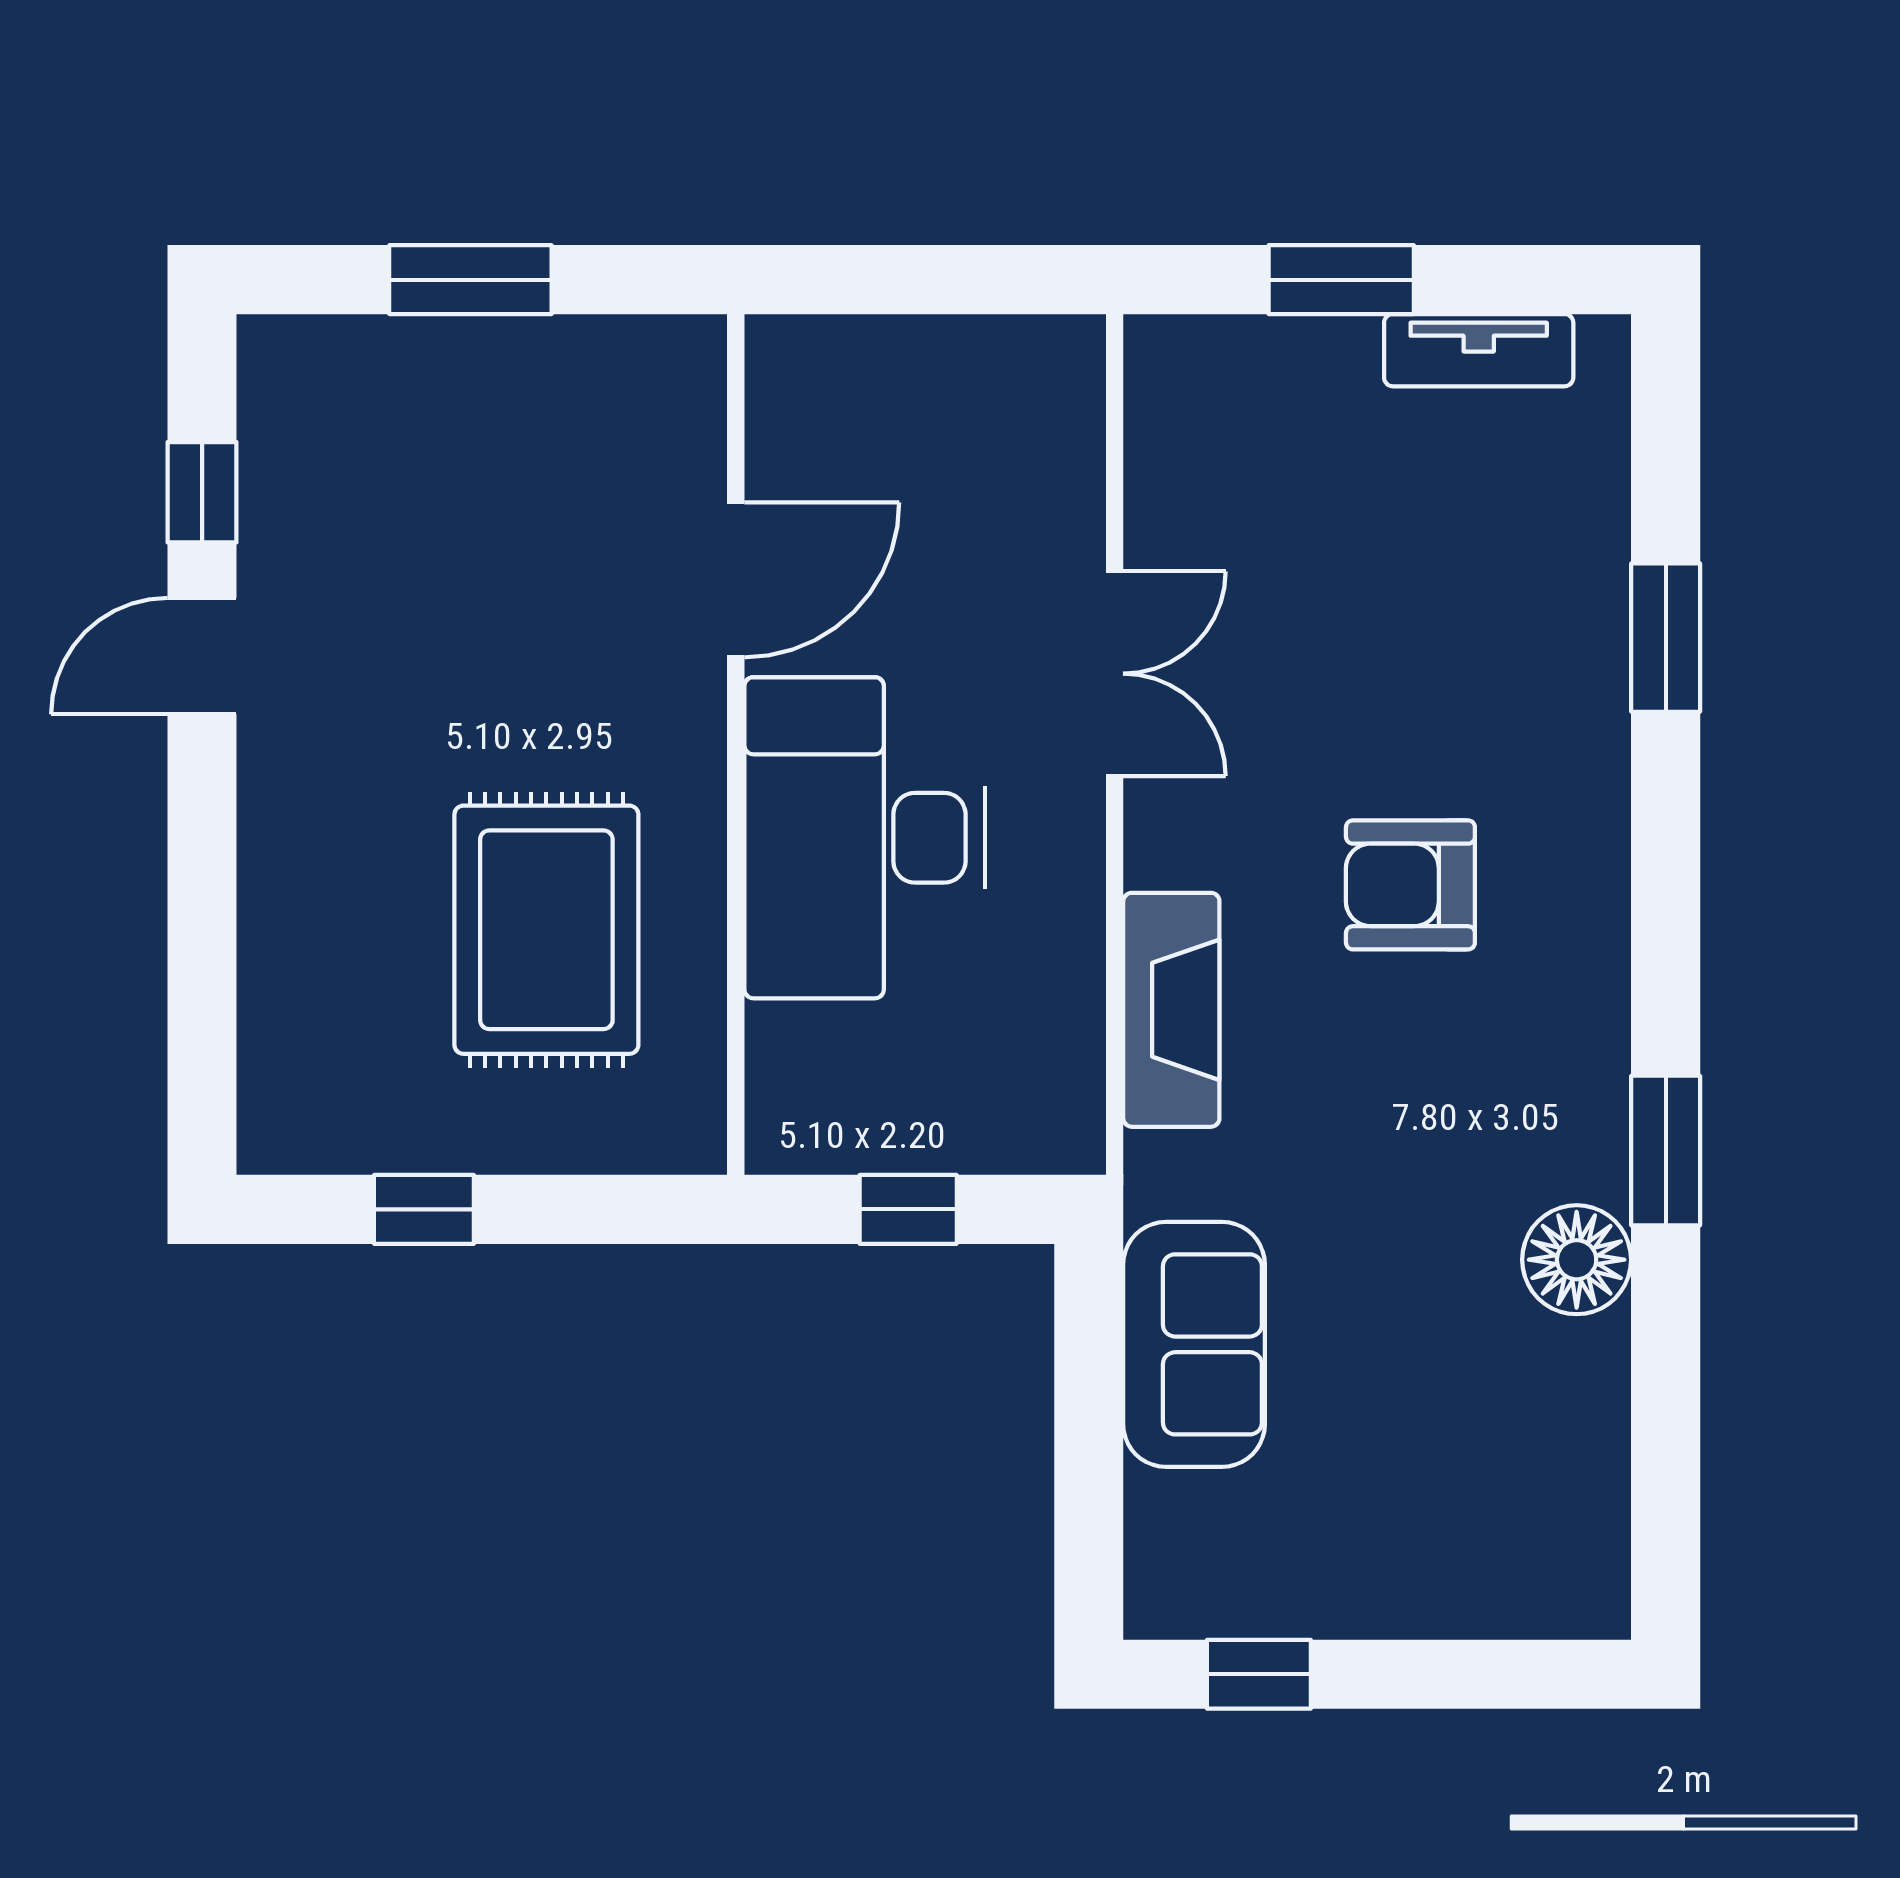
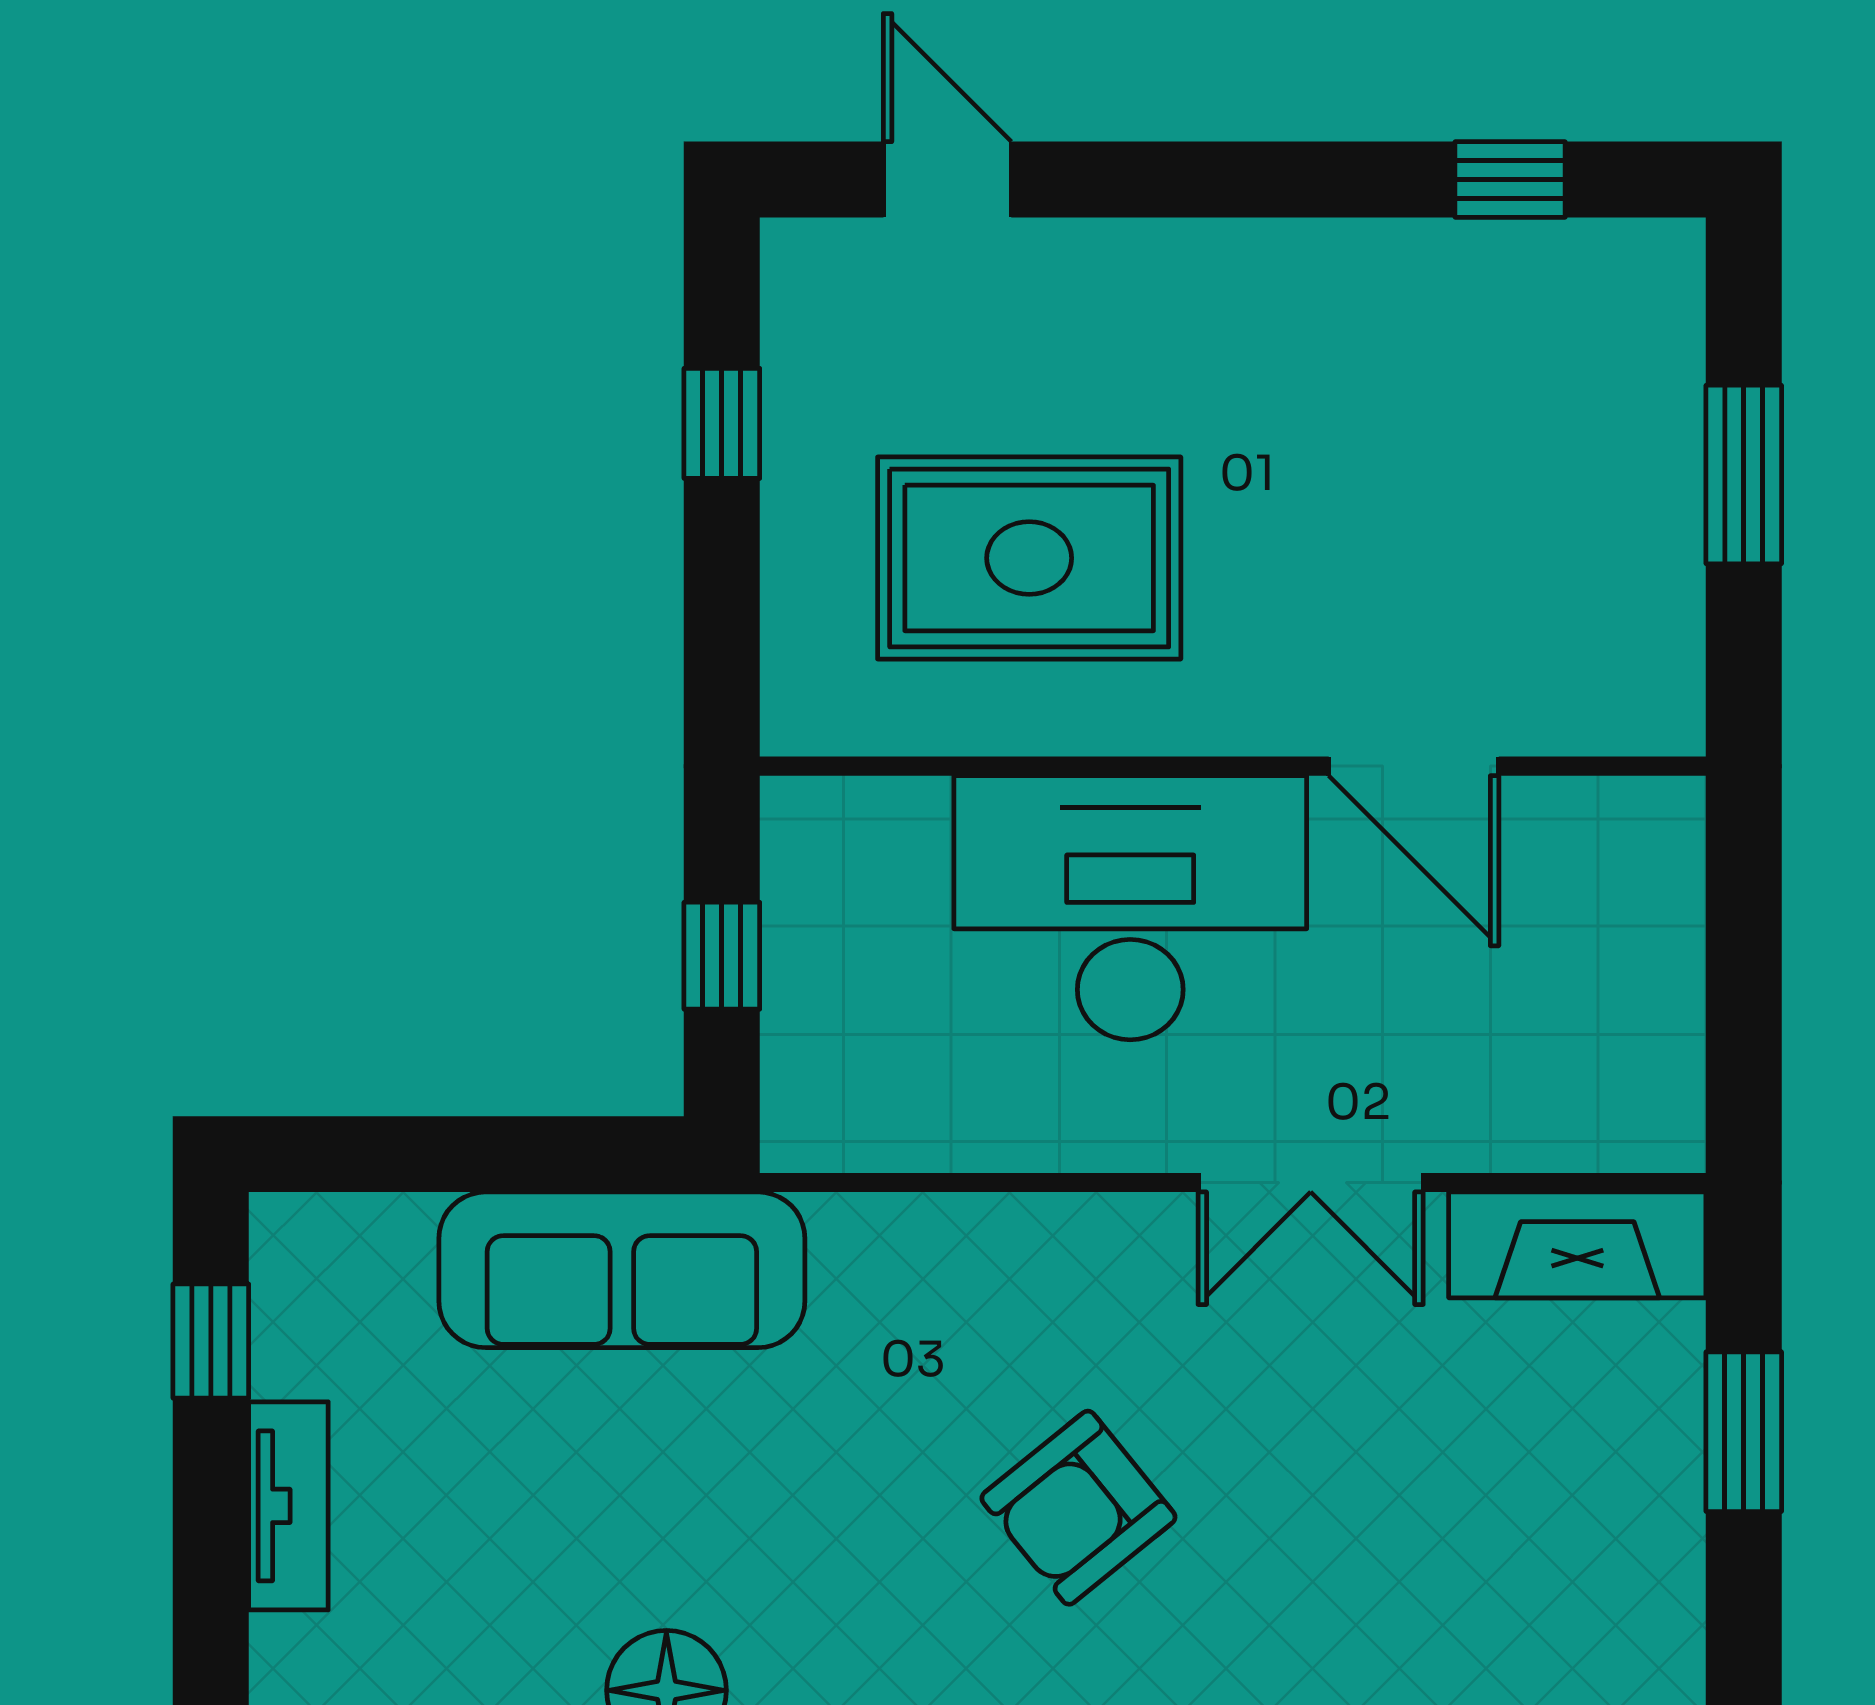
tv unit: (1479, 350) -> (288, 1506), moved, turned 180
door: (202, 656) -> (947, 180), moved
armchair: (1410, 885) -> (1078, 1508), turned -129
fireplace: (1171, 1010) -> (1577, 1245), moved
sofa: (1194, 1344) -> (622, 1270), width x1.36

